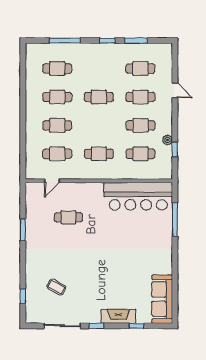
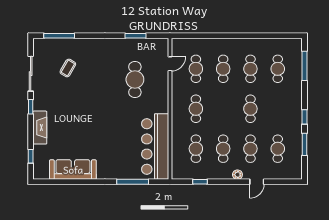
window: (65, 41) -> (305, 66), moved
plant: (167, 140) -> (237, 175), moved
door: (52, 181) -> (170, 64), swing flipped
cafe table: (68, 217) -> (135, 80), width x1.37, depth x1.35
window: (23, 230) -> (136, 36), moved
window: (23, 296) -> (59, 36), width x2.17
sofa: (162, 299) -> (73, 170), moved
window: (137, 326) -> (31, 156), moved

